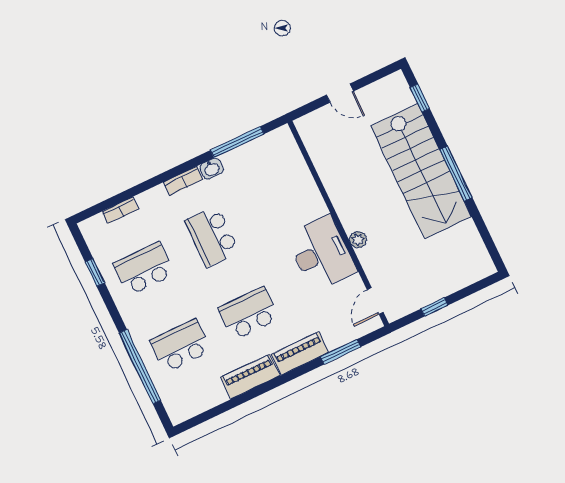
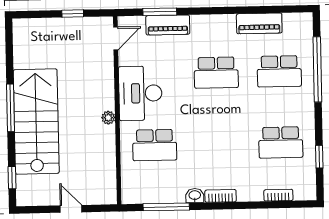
school desk: (212, 236) -> (155, 145), moved, turned 90
plant: (358, 240) -> (108, 118), moved
piano: (300, 353) -> (168, 25), moved
piano: (250, 377) -> (259, 23), moved

